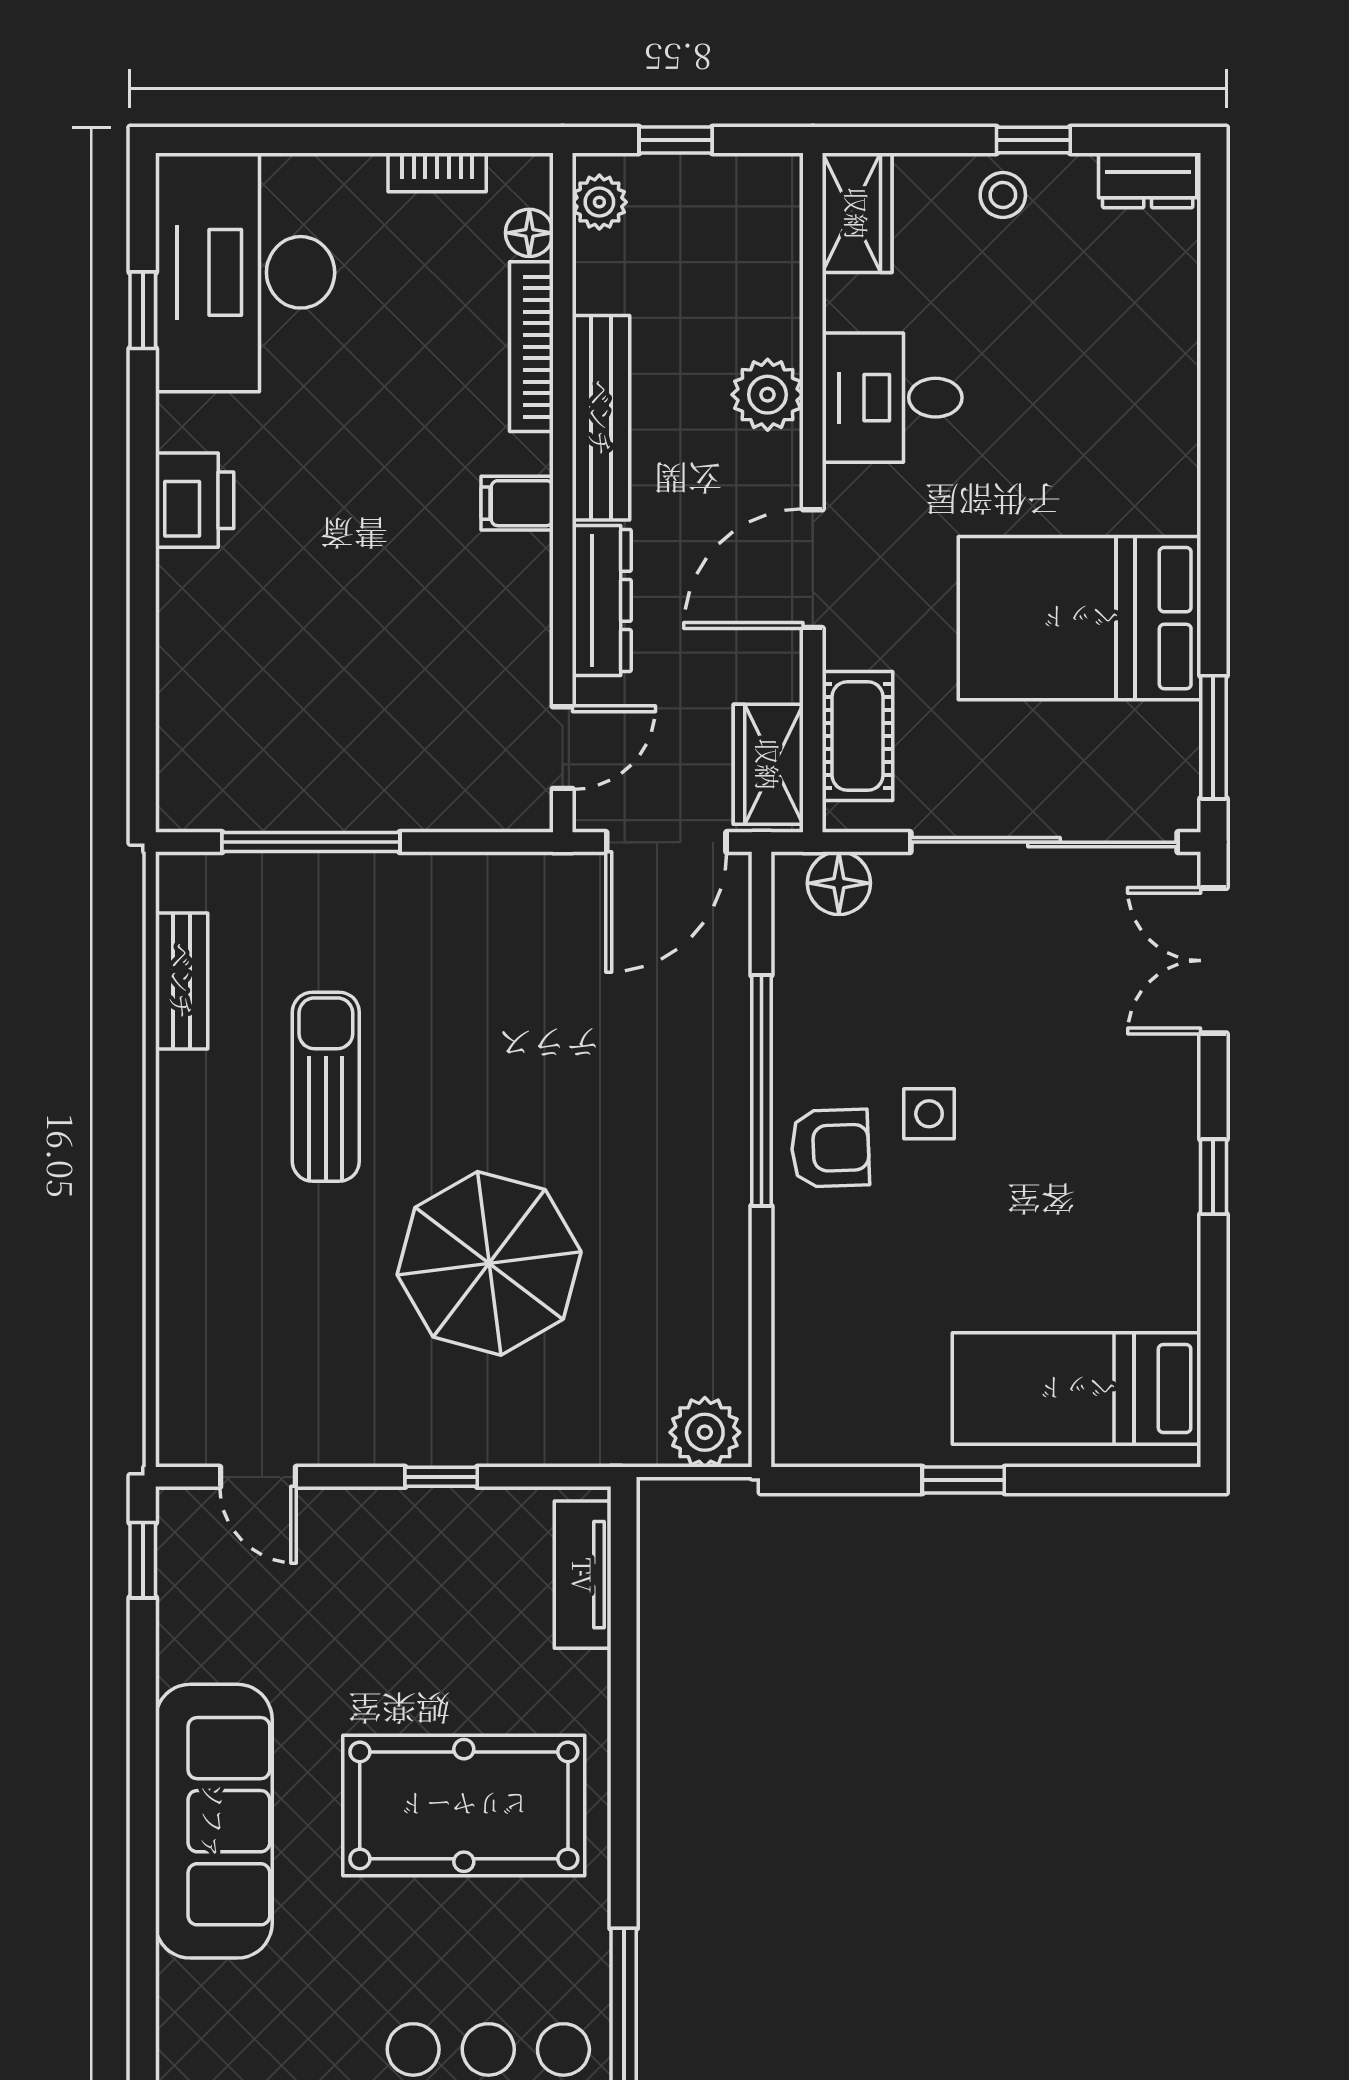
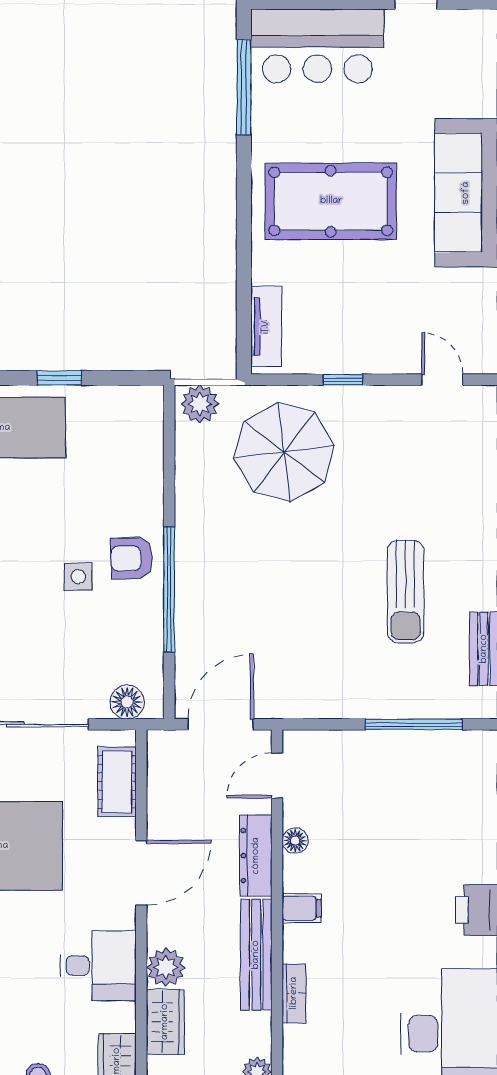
floor lamp: (529, 233) -> (295, 841), moved
bookcase: (531, 347) -> (294, 993), width x0.64
wardrobe: (768, 764) -> (165, 1022), moved
parasol: (489, 1263) -> (284, 452), moved

